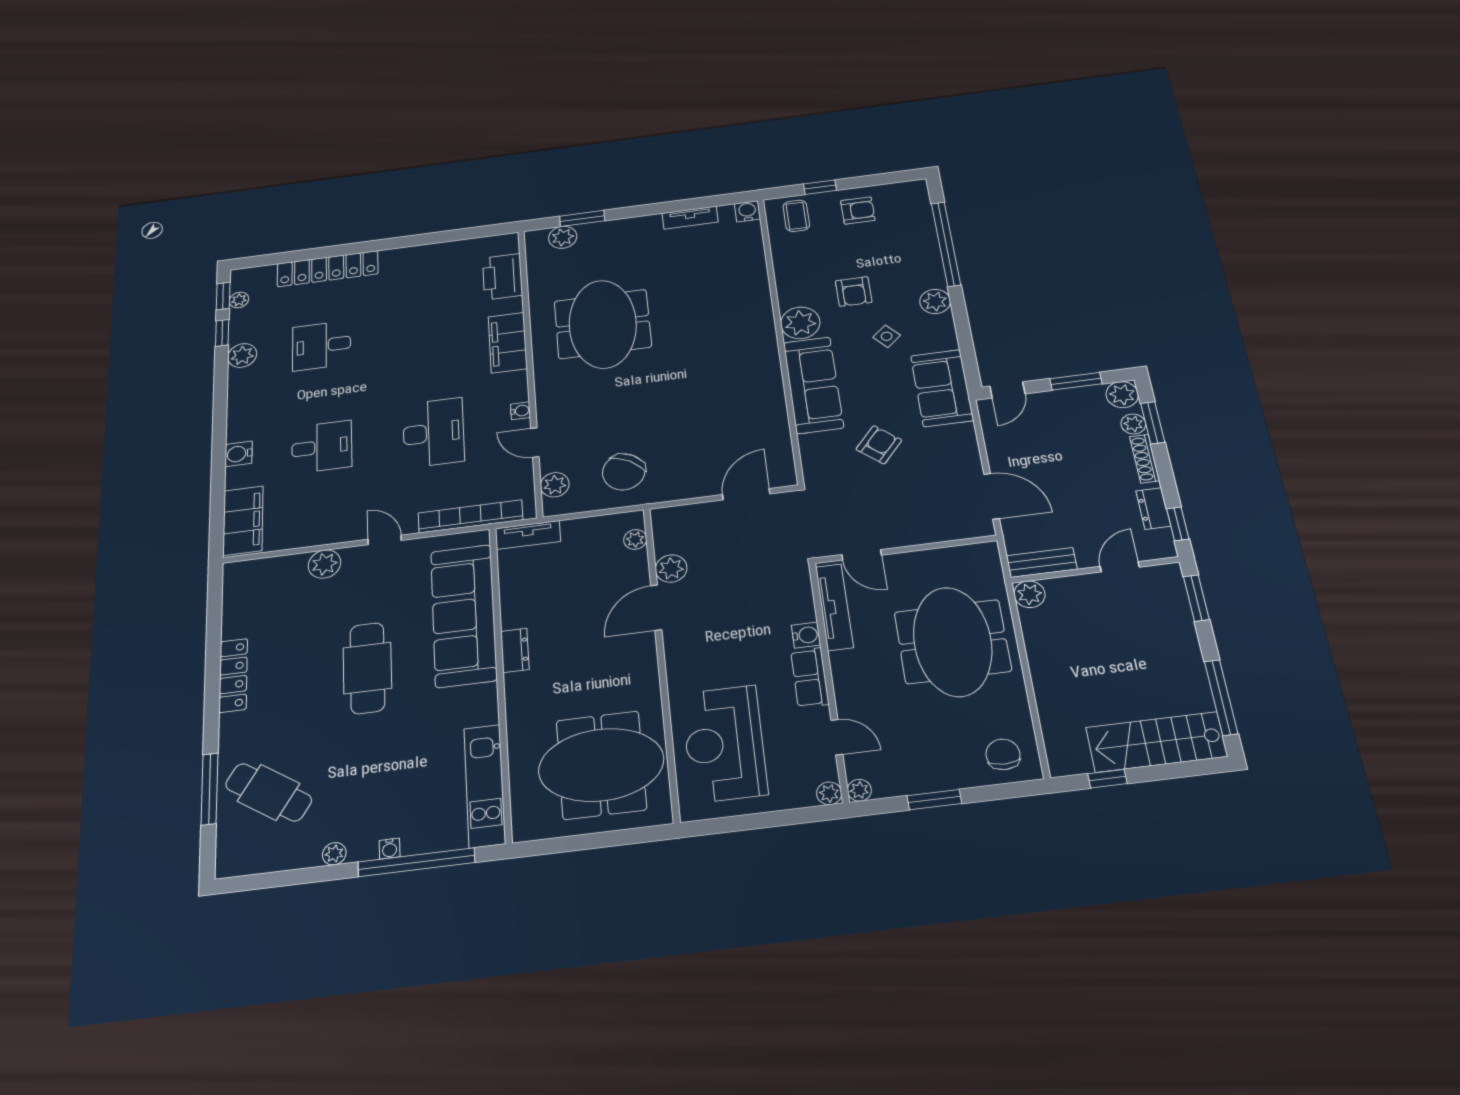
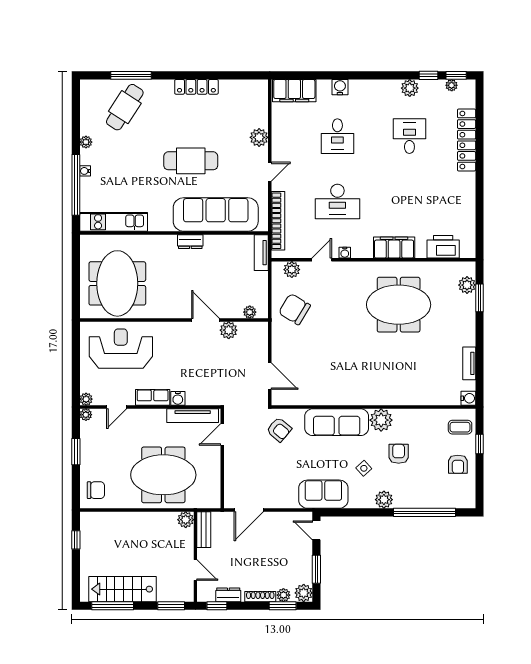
armchair: (854, 292) -> (399, 454), turned 90
armchair: (879, 445) -> (279, 430), moved
stairs: (1156, 742) -> (122, 589), moved, turned -90

